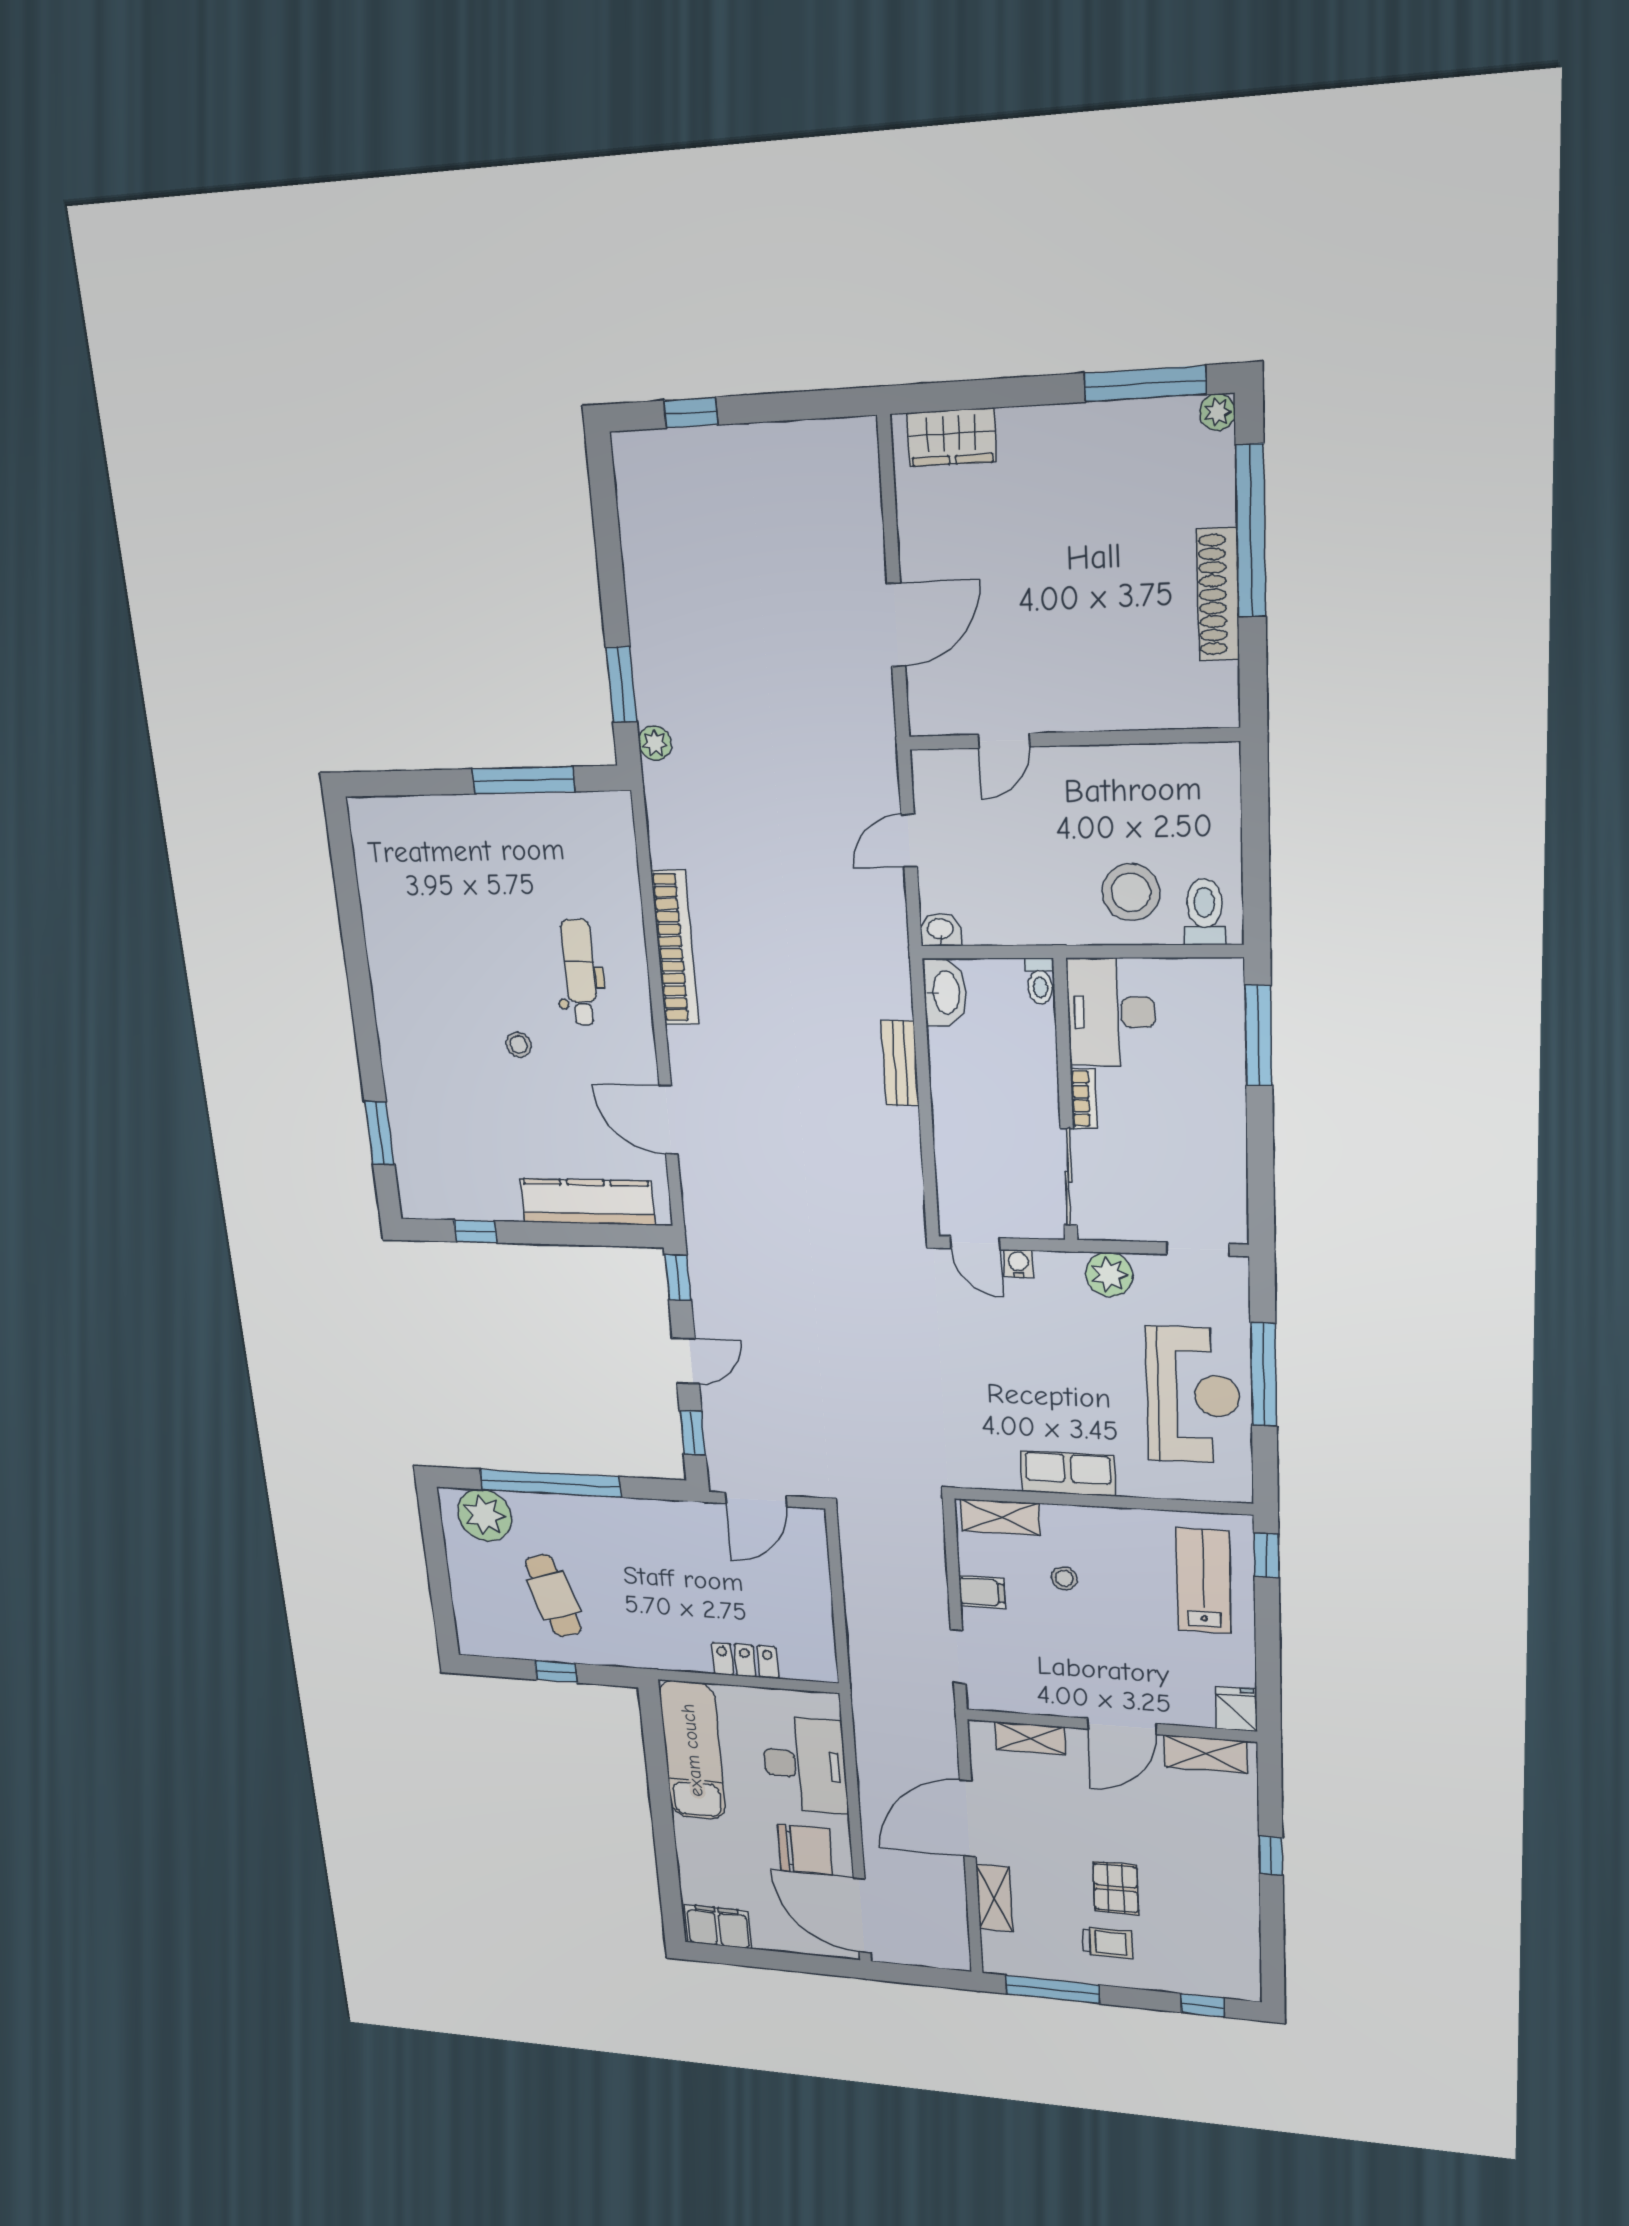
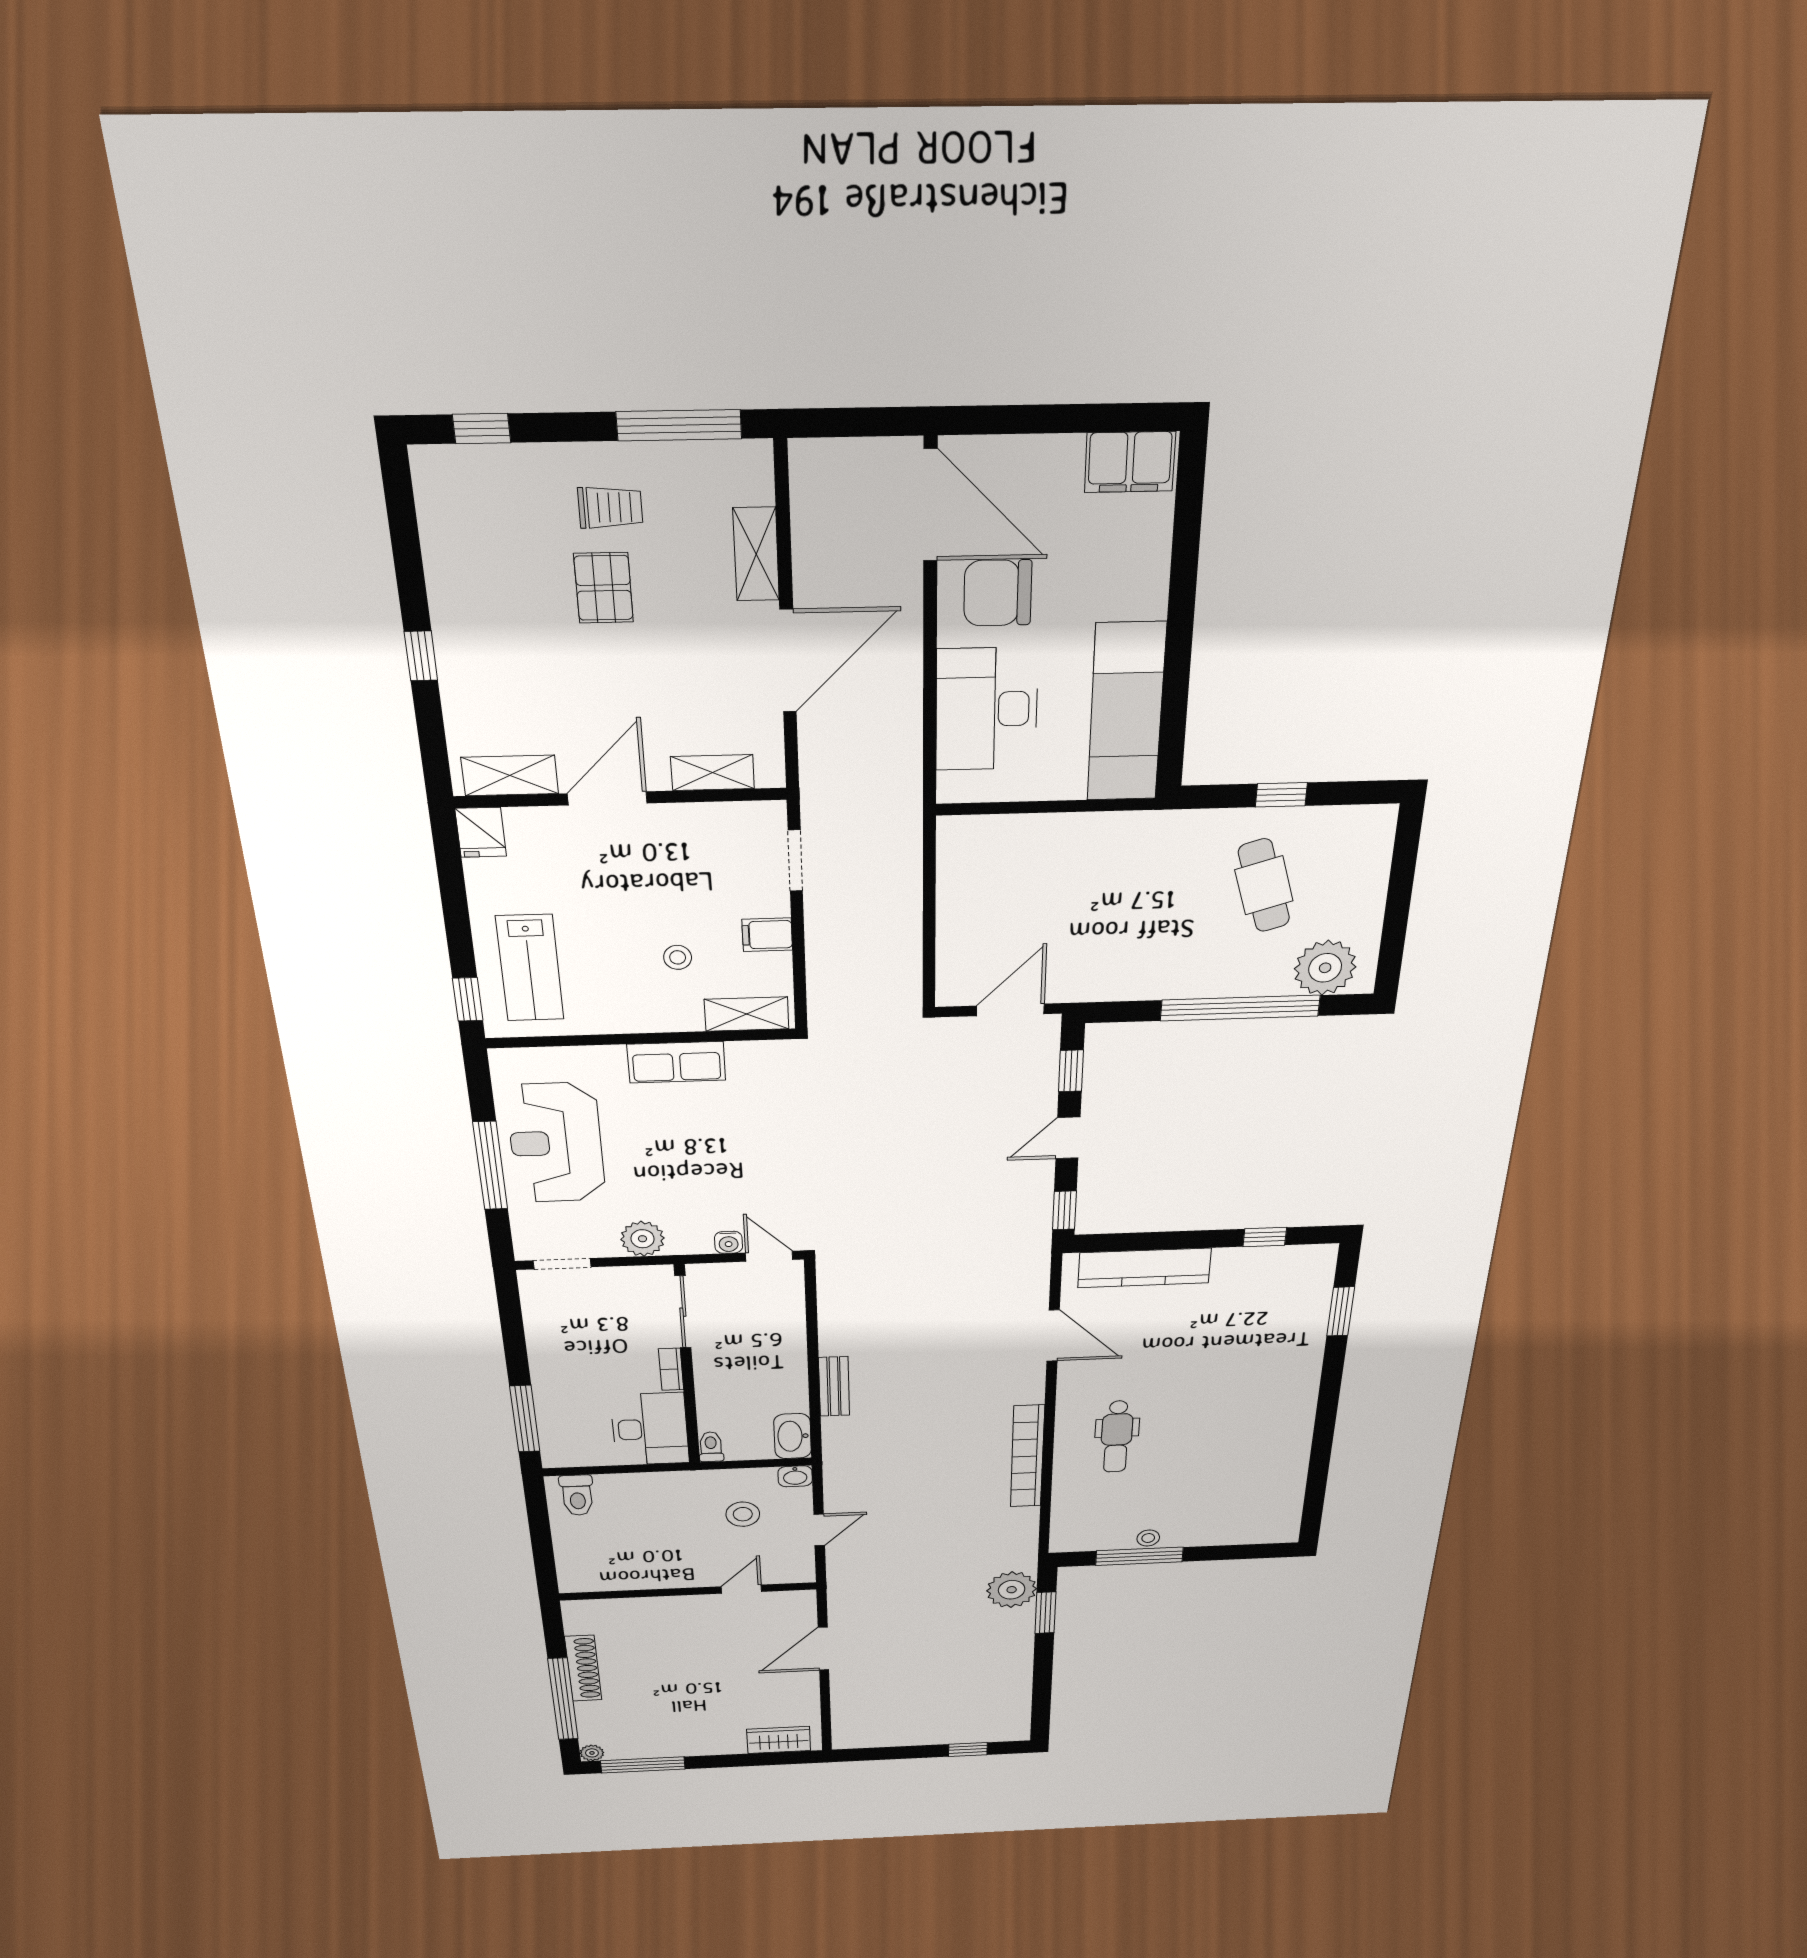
plant: (655, 743) -> (1012, 1590), width x1.88, depth x1.88
stool: (1131, 892) -> (743, 1514), moved, width x0.73, depth x0.73
stool: (519, 1045) -> (1148, 1538), moved
locker: (745, 1660) -> (1045, 832), removed
trolley: (1107, 1943) -> (610, 507), turned 180

